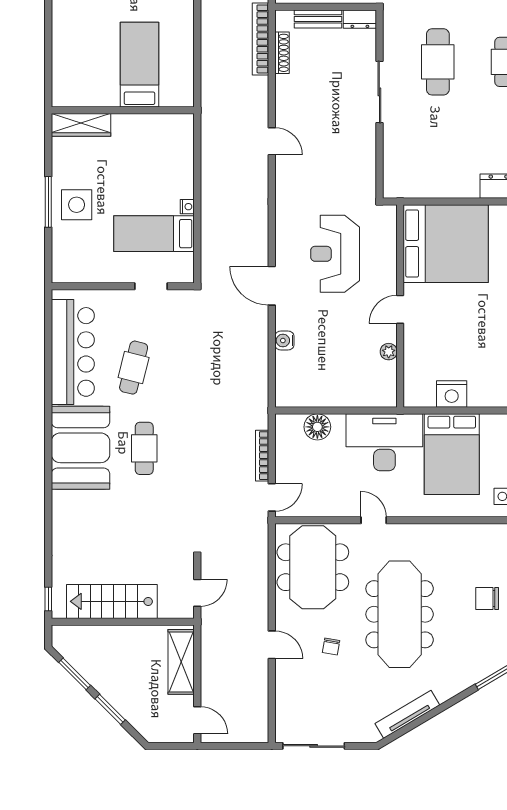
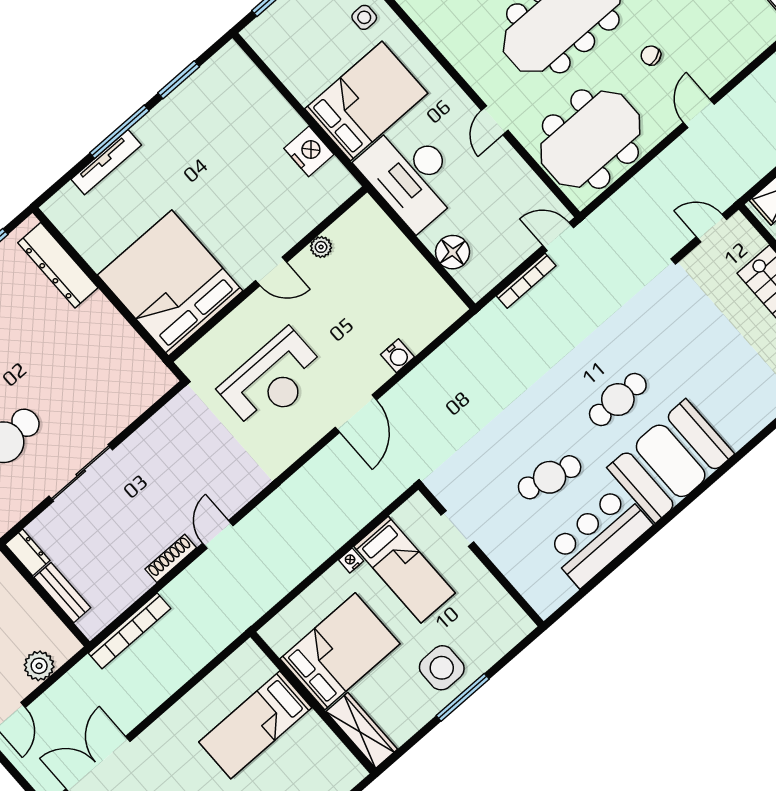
shoe rack: (282, 53) -> (171, 558), moved
bed: (139, 153) -> (340, 651), added
bar counter: (73, 352) -> (599, 537), width x0.73
chair: (331, 646) -> (651, 55), turned -118

